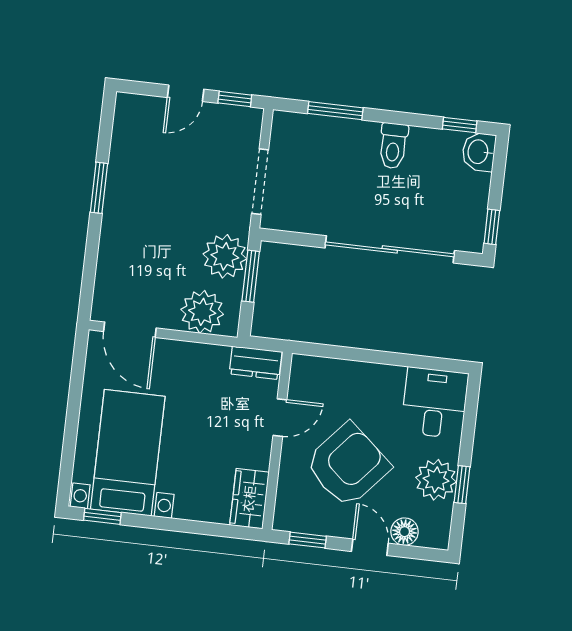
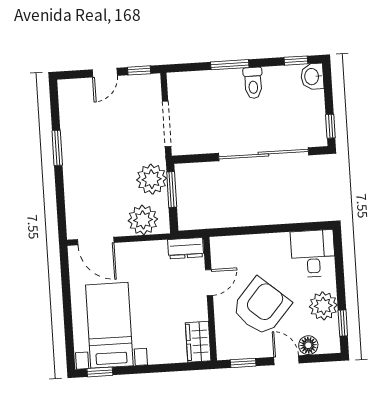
window: (335, 111) -> (230, 65), moved
window: (462, 485) -> (343, 323), moved

